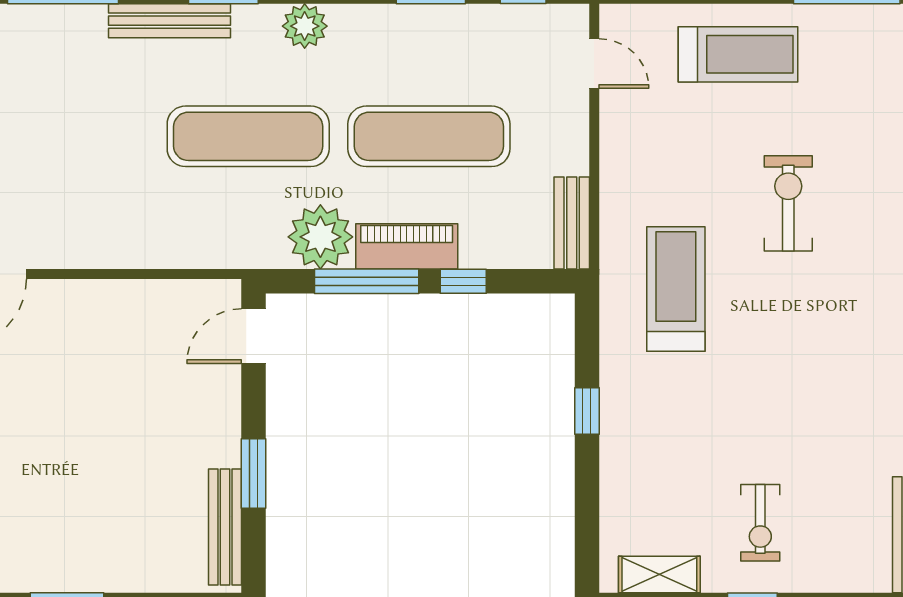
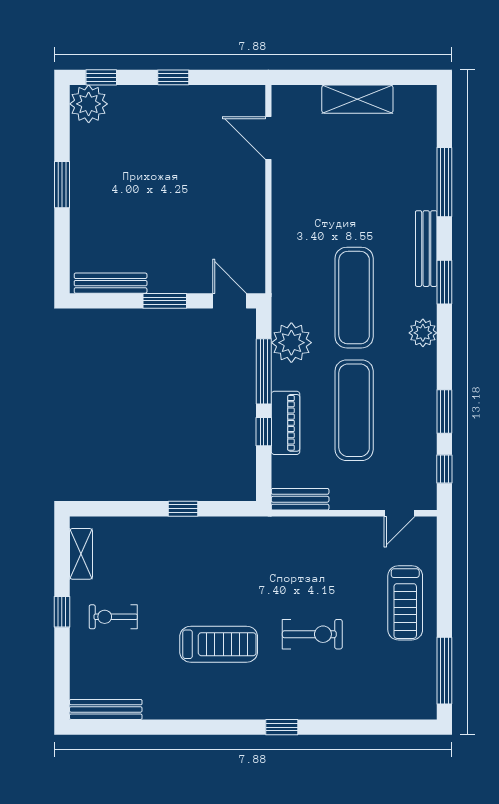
piano: (407, 246) -> (286, 423), moved
treadmill: (676, 289) -> (219, 644), moved
window: (253, 474) -> (165, 301), moved

